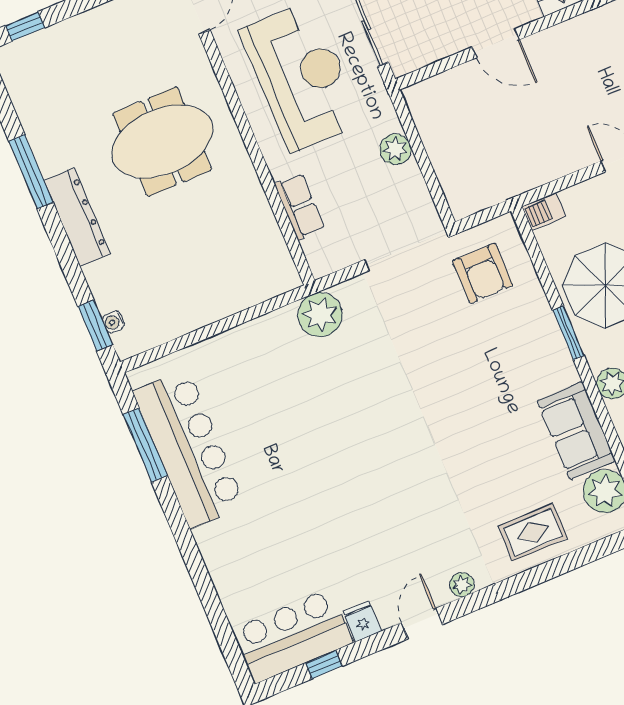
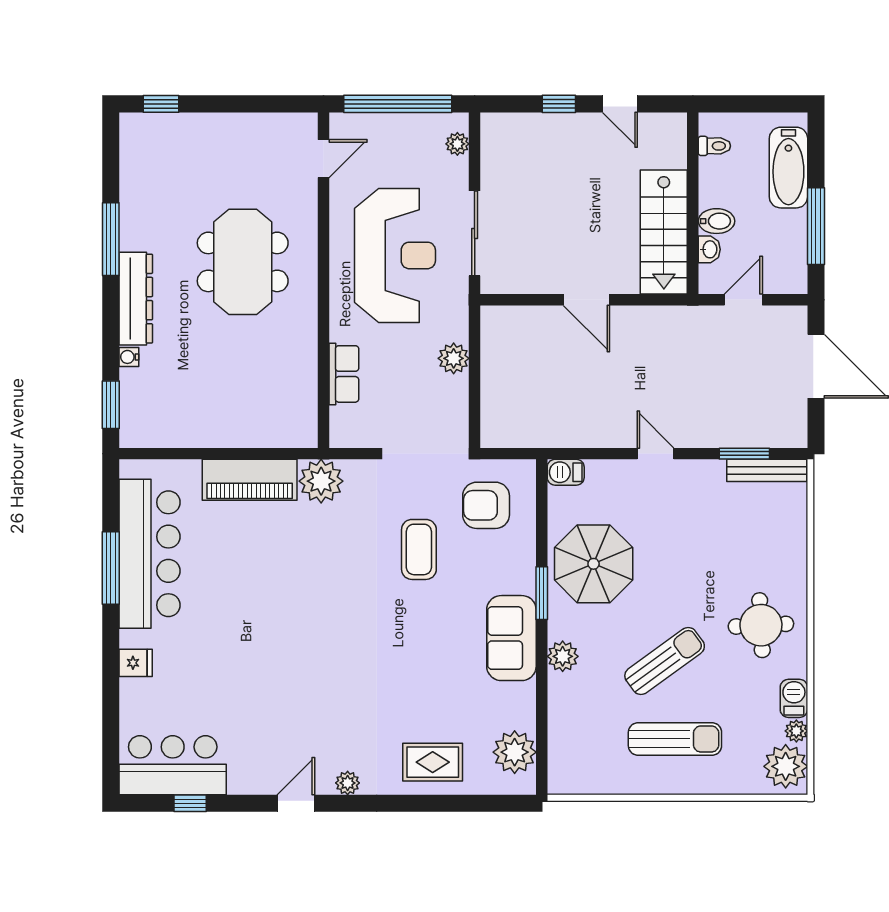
meeting table: (162, 142) -> (243, 262), turned 90
armchair: (483, 273) -> (486, 505), turned 90
water cooler: (113, 322) -> (129, 357), moved
coffee table: (437, 340) -> (419, 549), added
piano: (253, 341) -> (250, 480), added
sofa: (576, 431) -> (511, 638), moved
window: (145, 445) -> (111, 568), moved
fridge: (362, 621) -> (136, 663), moved, turned 90

